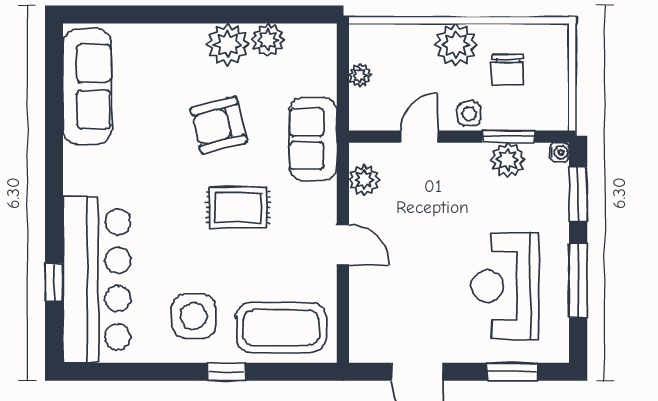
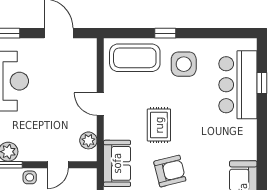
rug: (238, 207) -> (159, 125), turned 90
bar counter: (97, 279) -> (238, 85), width x0.73

